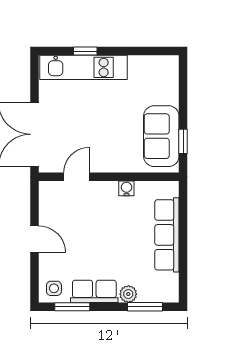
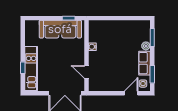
sofa: (161, 136) -> (60, 29), width x1.36
row of seats: (167, 235) -> (116, 26), removed
door: (35, 239) -> (131, 93), moved

